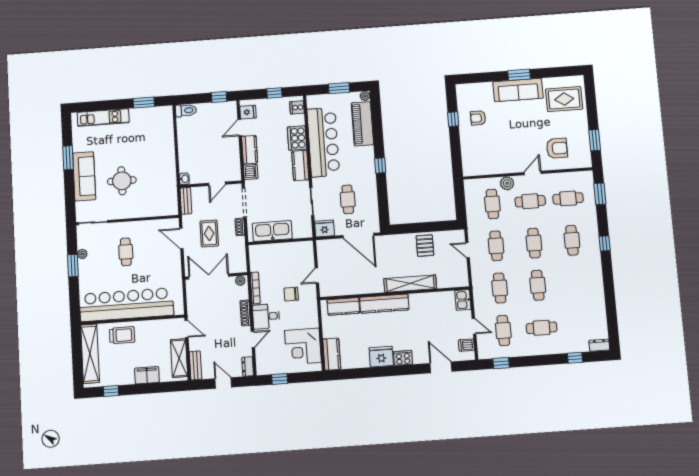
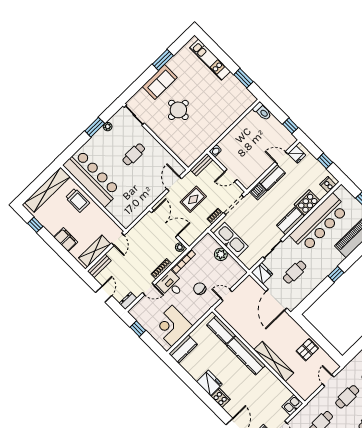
sofa: (84, 176) -> (160, 82), width x0.73
plant: (277, 250) -> (221, 254), added
bar counter: (126, 305) -> (92, 178), width x0.73

